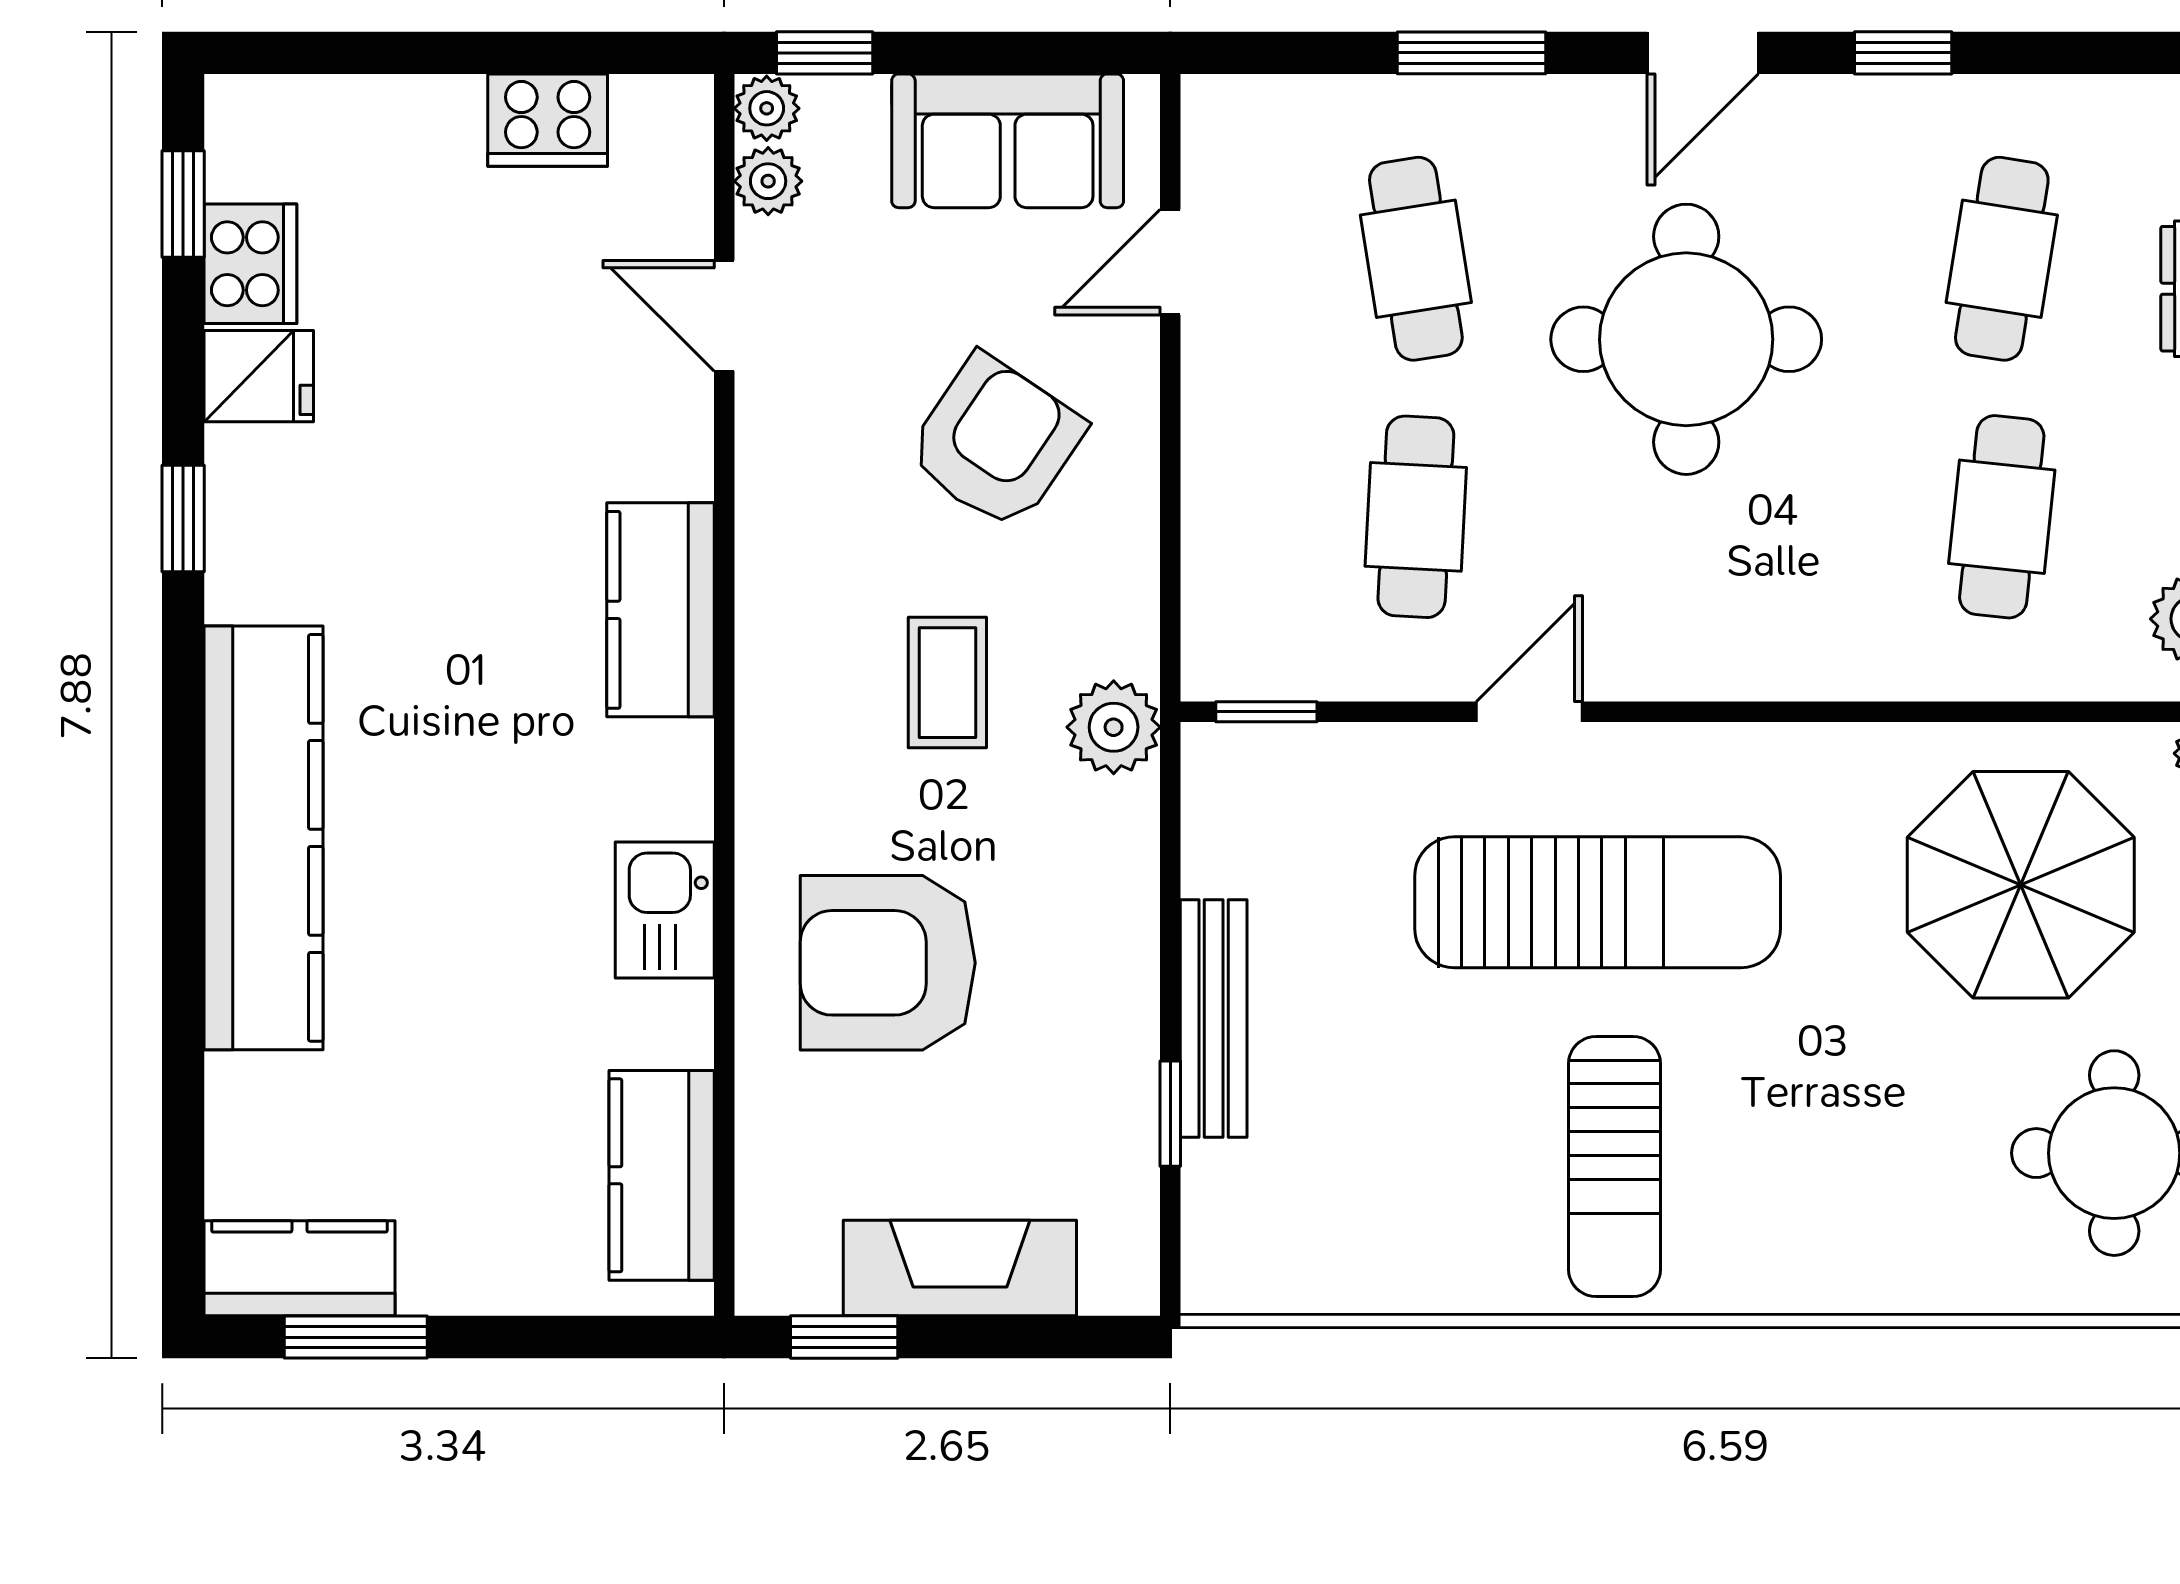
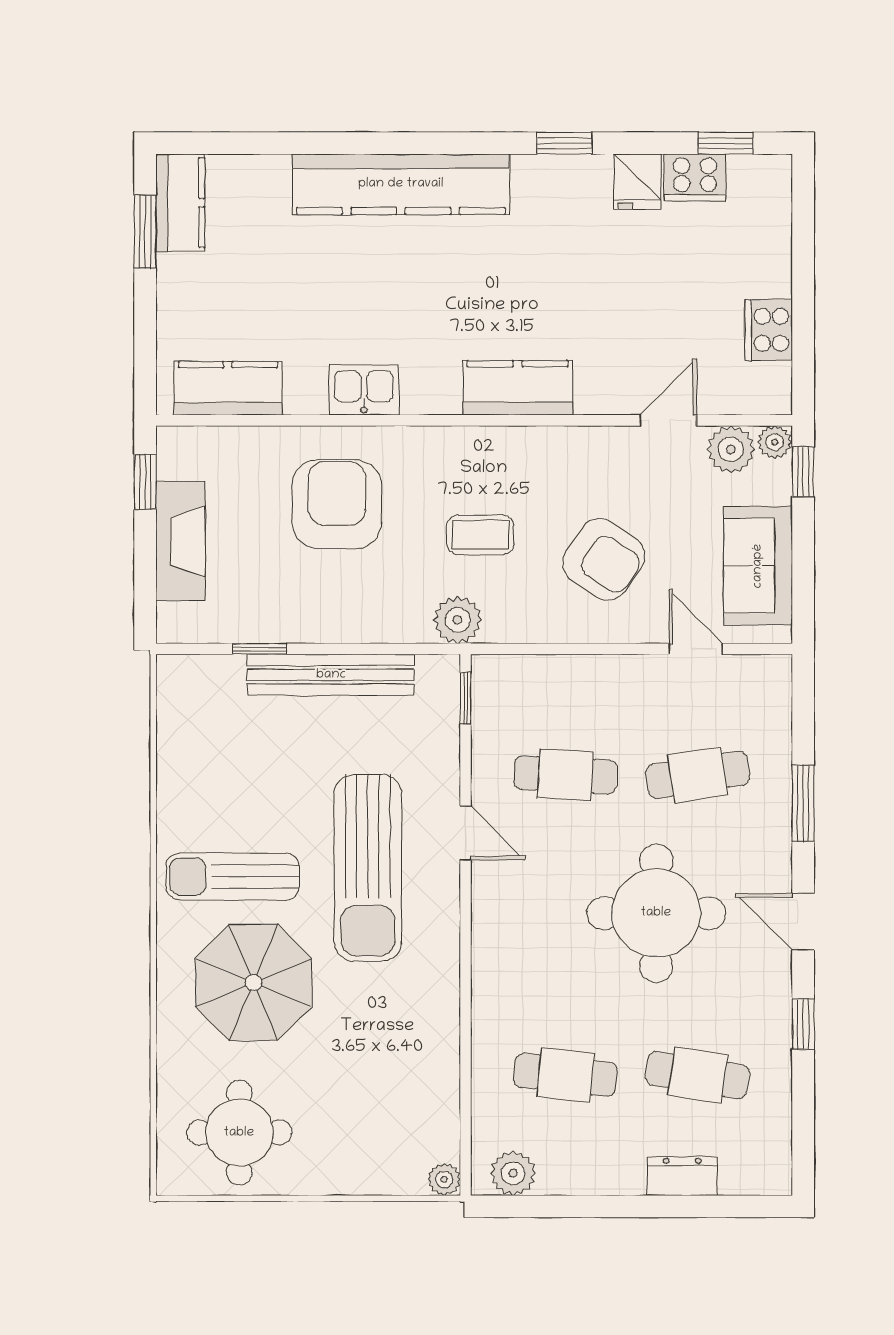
plant: (768, 181) -> (731, 449), width x1.38, depth x1.38
parasol: (2021, 885) -> (253, 983), moved
bench: (1214, 1019) -> (331, 675), width x1.37, depth x1.21

